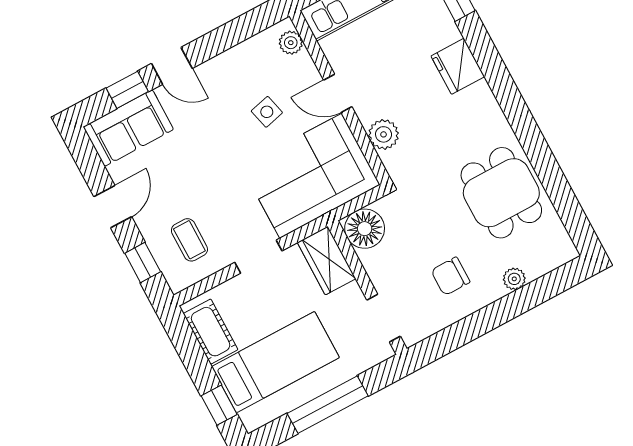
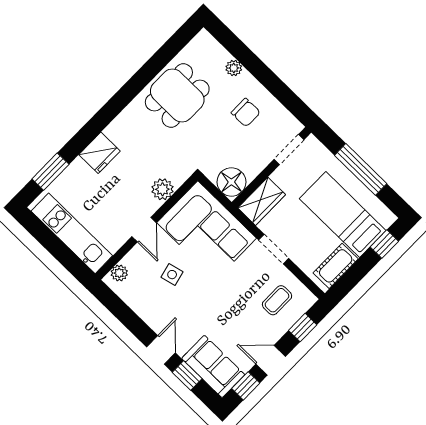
window: (89, 163) -> (246, 386), added

